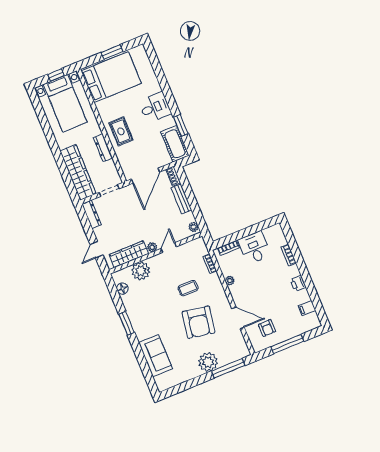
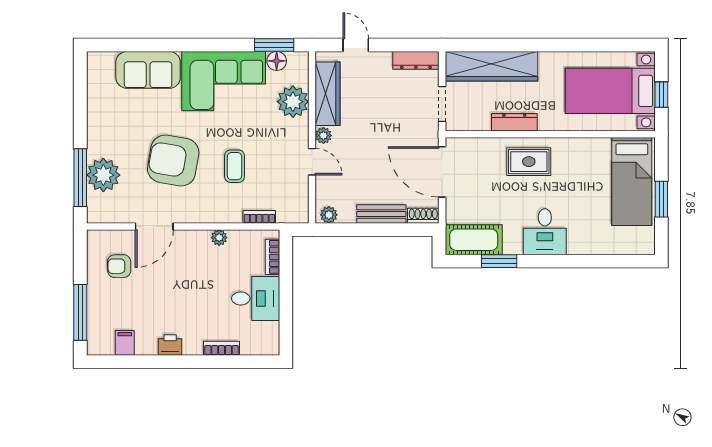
bed: (111, 77) -> (632, 182), width x0.67
corner sofa: (145, 313) -> (224, 81), added
window: (127, 323) -> (274, 45), moved
window: (287, 344) -> (80, 312), moved
plant: (208, 362) -> (103, 175), moved

